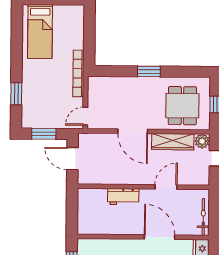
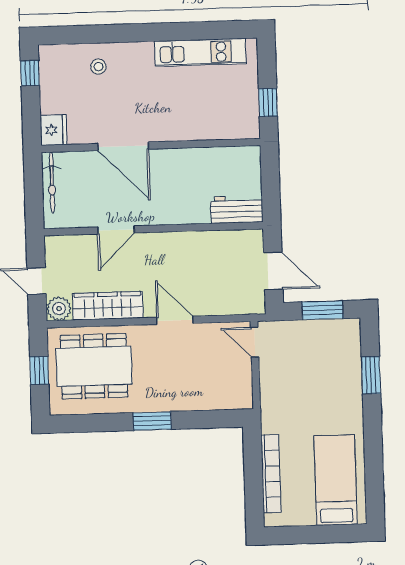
bookcase: (78, 73) -> (271, 474), moved
dining table: (182, 106) -> (94, 366), width x1.38
door: (85, 116) -> (255, 342), swing flipped
door: (133, 131) -> (175, 320), width x0.73
workbench: (123, 197) -> (237, 210), moved

